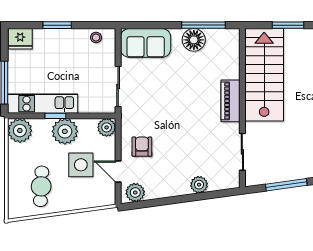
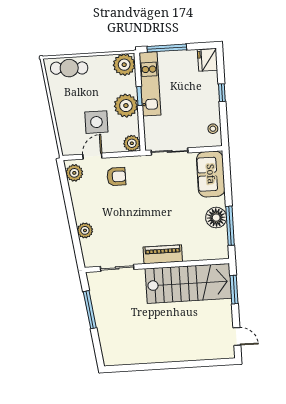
window: (57, 25) -> (222, 93), width x0.67
window: (288, 25) -> (234, 290), moved
cafe table: (41, 186) -> (69, 68), moved

